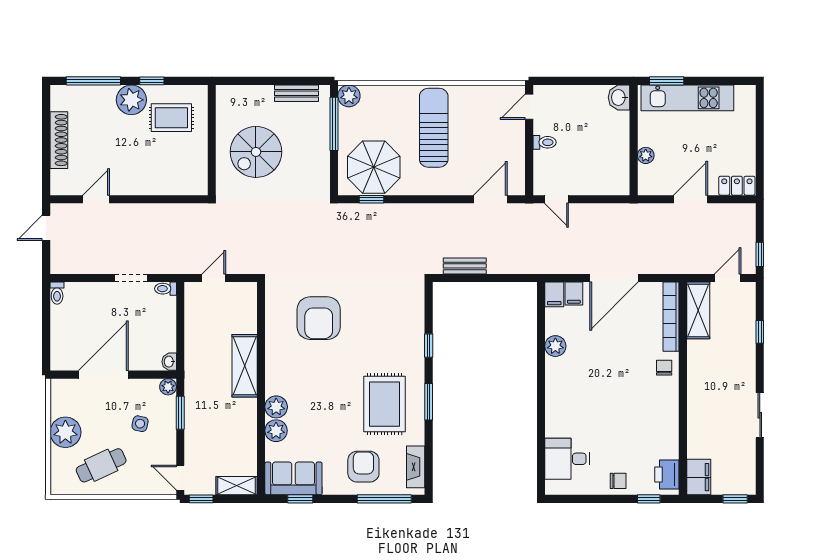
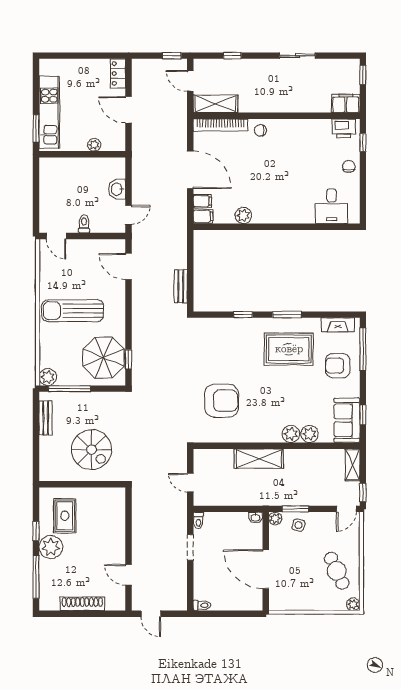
washbasin: (619, 97) -> (117, 189), moved, turned 90
side table: (140, 424) -> (298, 525), moved
plant: (65, 432) -> (353, 604), moved, width x0.53, depth x0.53

